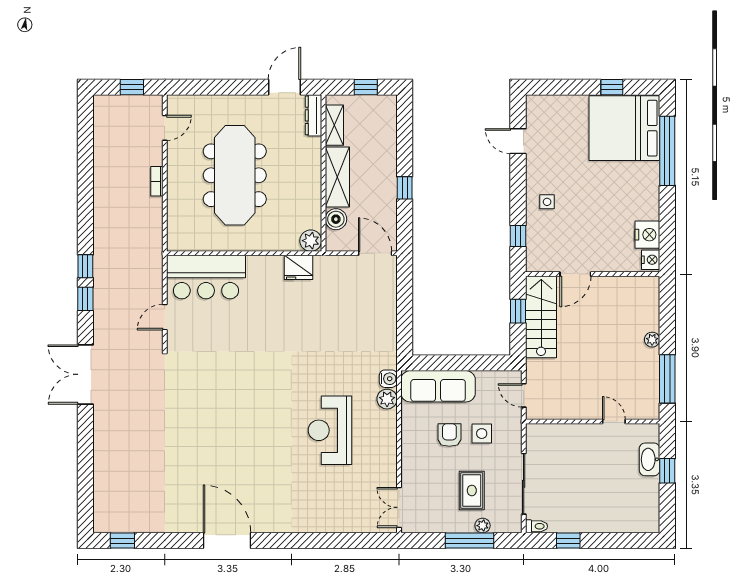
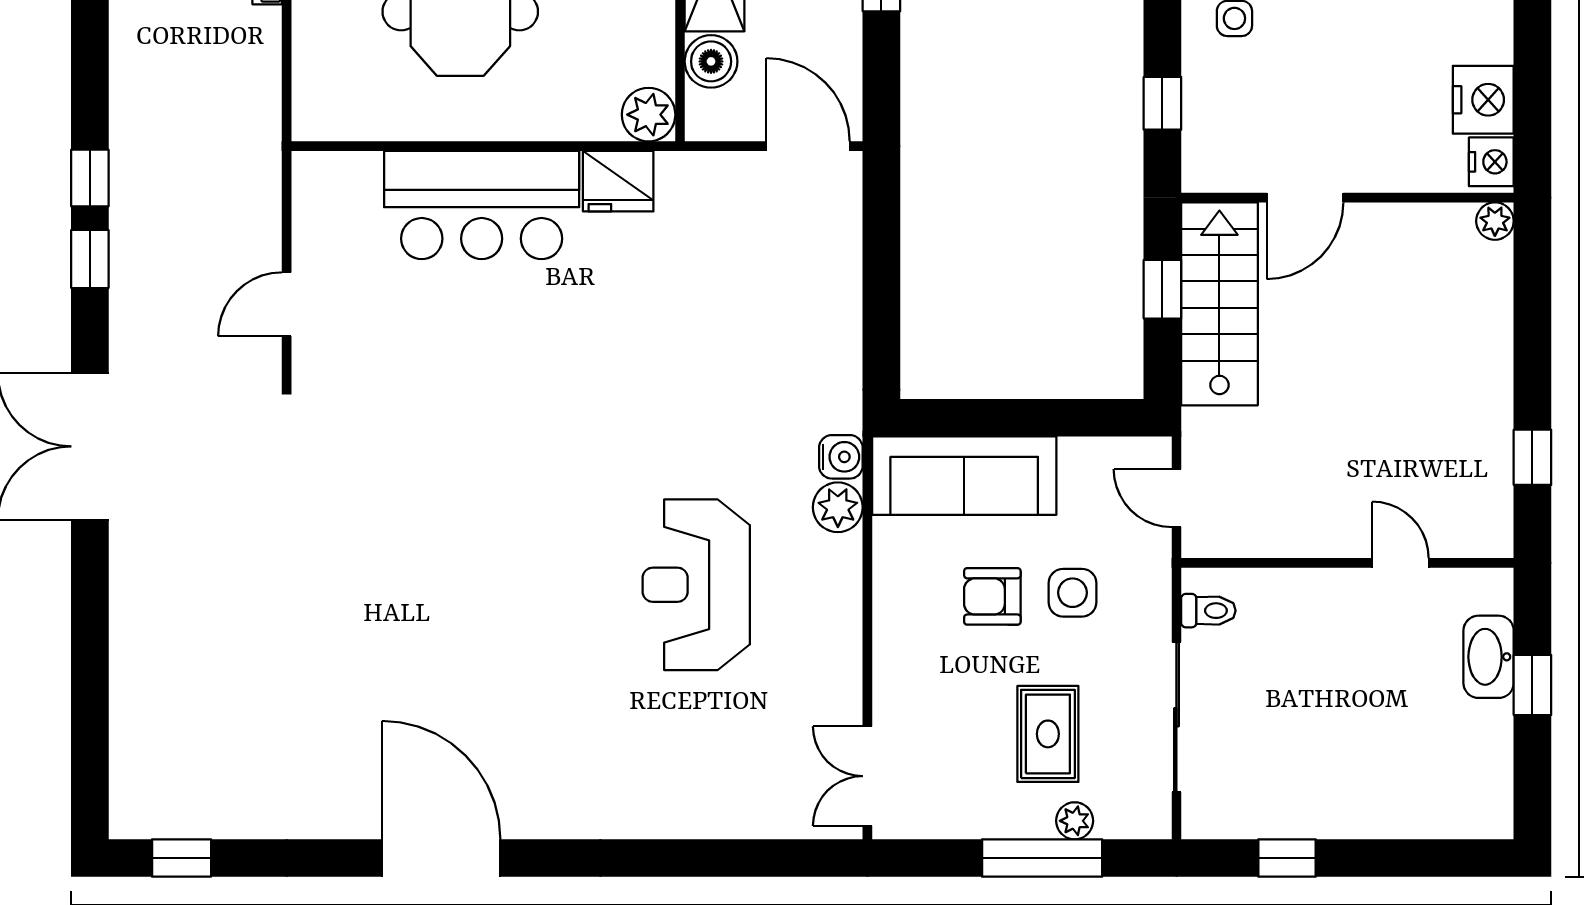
bar counter: (206, 277) -> (482, 205), moved
plant: (652, 340) -> (1495, 221), moved
window: (667, 379) -> (1532, 457), width x0.46
armchair: (449, 435) -> (992, 596), turned -90
toilet: (537, 526) -> (1208, 611), moved

